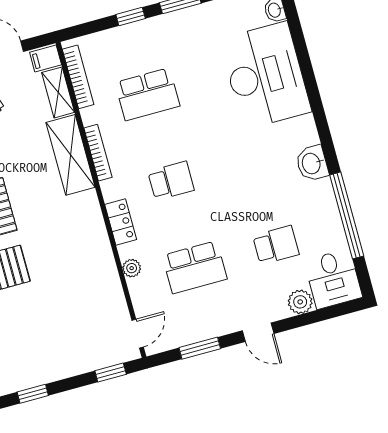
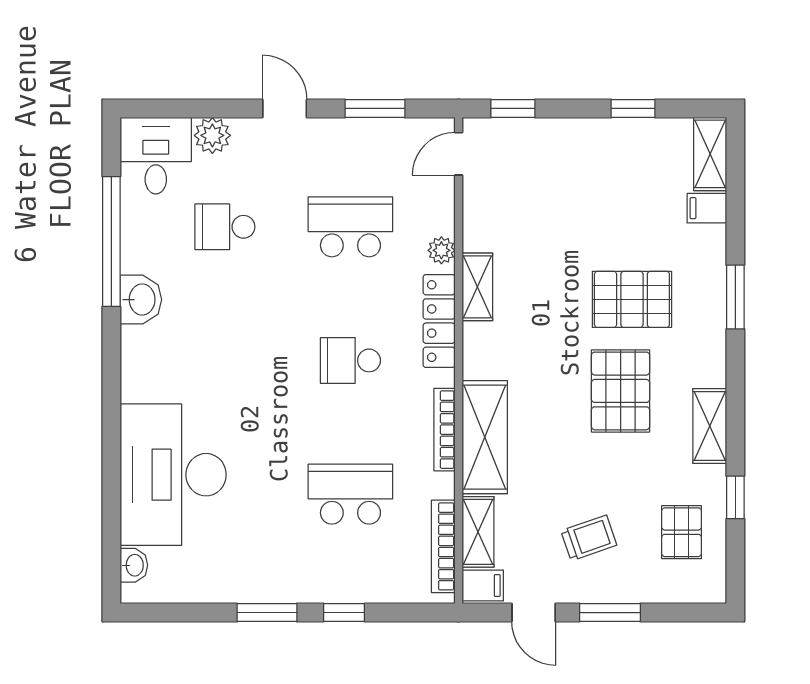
washbasin: (312, 163) -> (141, 300), moved
locker: (121, 222) -> (439, 321), width x1.53
shelving: (102, 251) -> (477, 287), added

